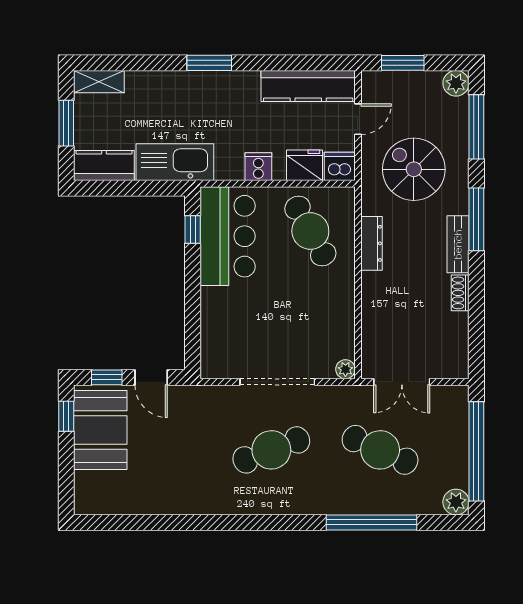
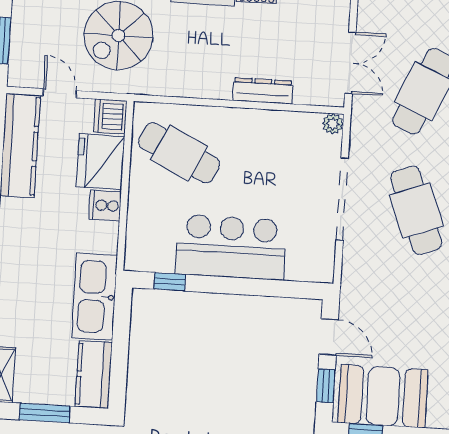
fridge: (305, 165) -> (101, 162), width x1.36, depth x1.34
cafe table: (310, 231) -> (179, 153), turned 55
bar counter: (228, 236) -> (231, 247), moved
dresser: (372, 243) -> (263, 91), moved
door: (151, 377) -> (329, 337), hinge flipped

